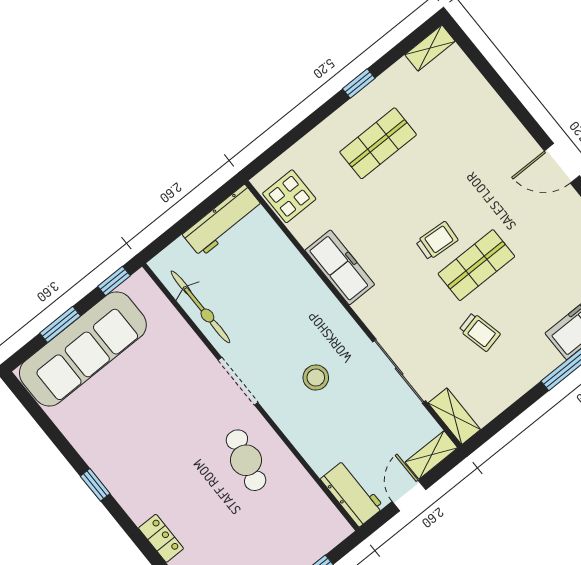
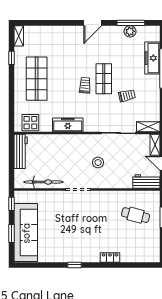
window: (359, 83) -> (12, 58), moved
shop shelf: (378, 143) -> (37, 79), width x1.43, depth x1.36
cafe table: (246, 460) -> (136, 215), moved

